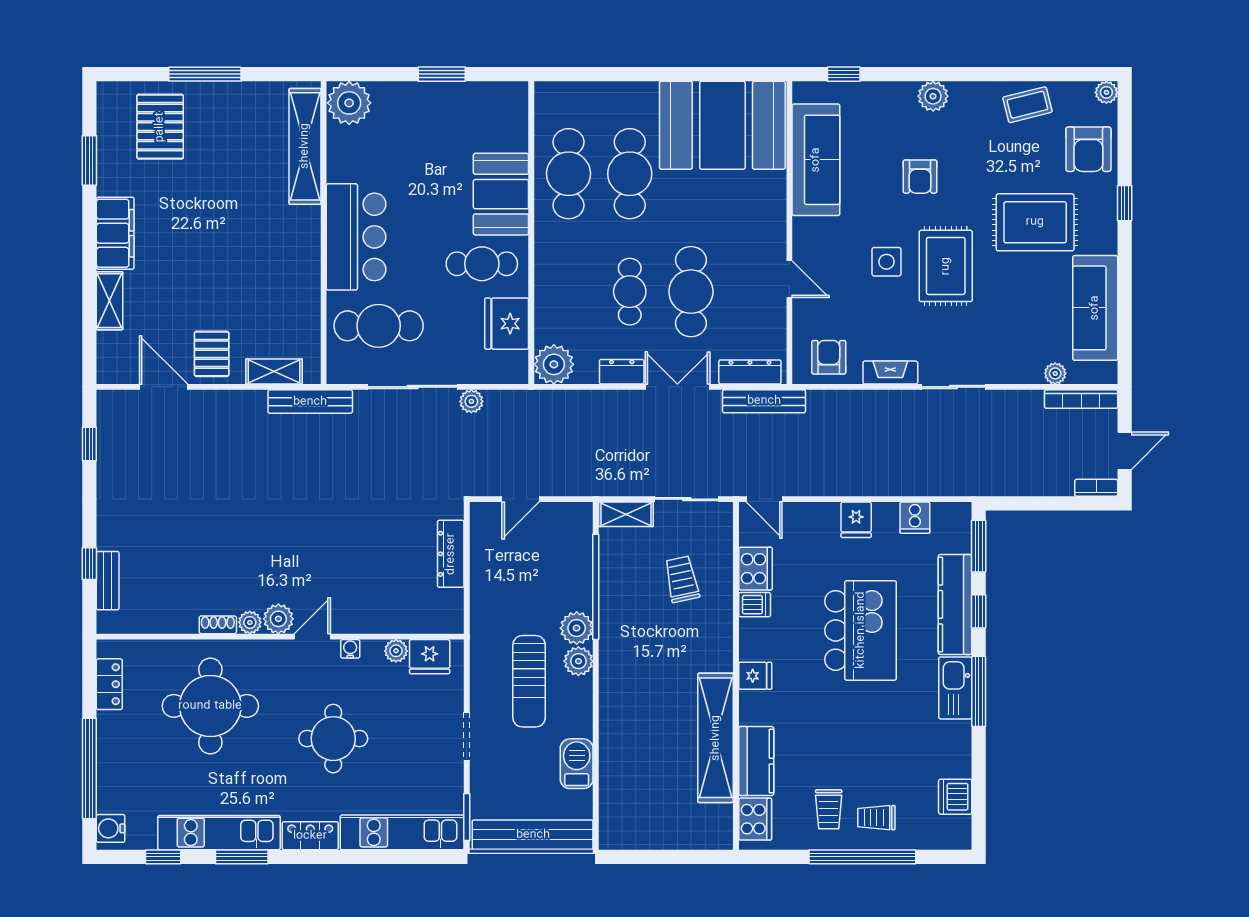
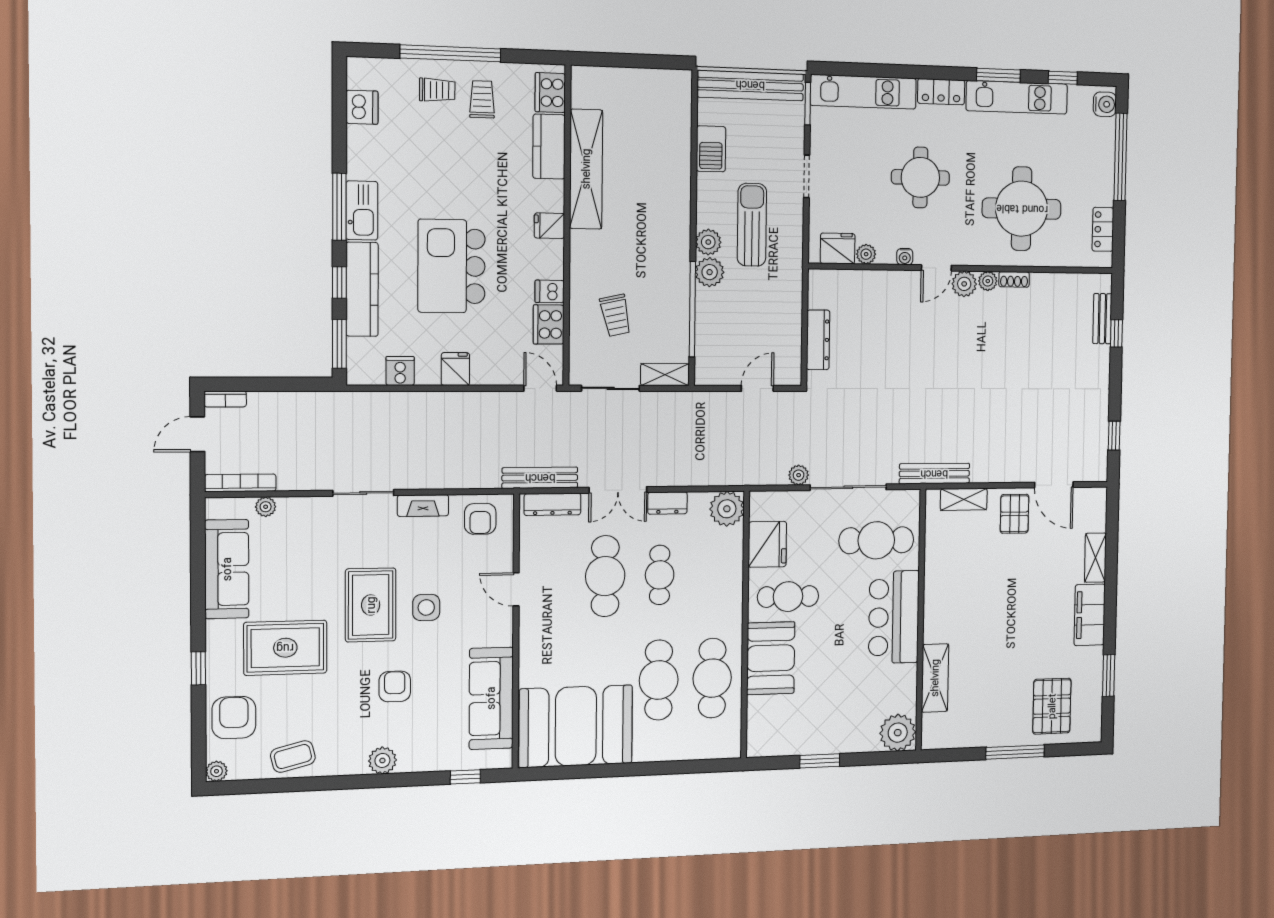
shelving: (305, 146) -> (935, 678), width x0.68

